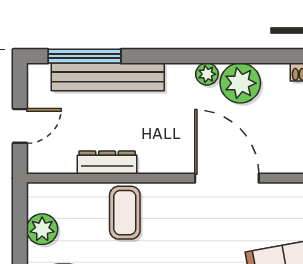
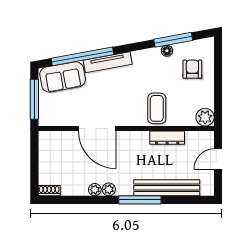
window: (84, 56) -> (140, 200), moved
plant: (240, 83) -> (95, 190), width x0.53, depth x0.53
plant: (42, 229) -> (205, 117), moved

